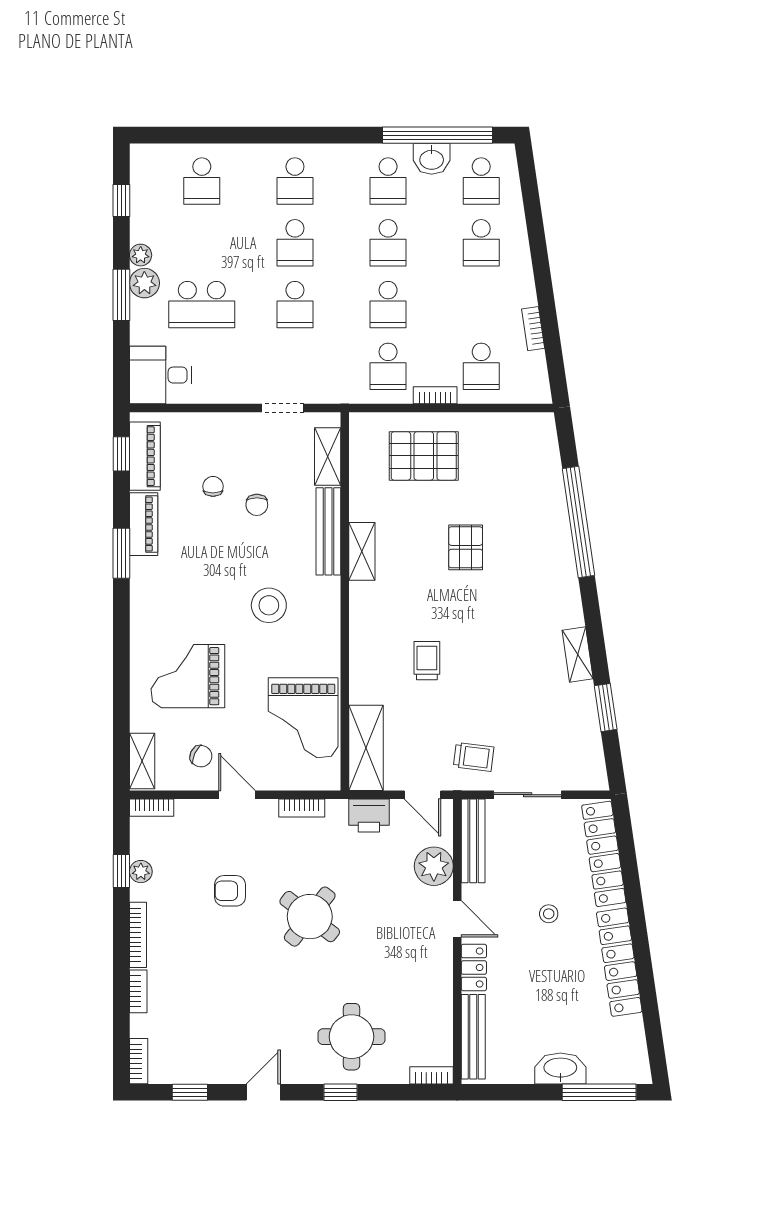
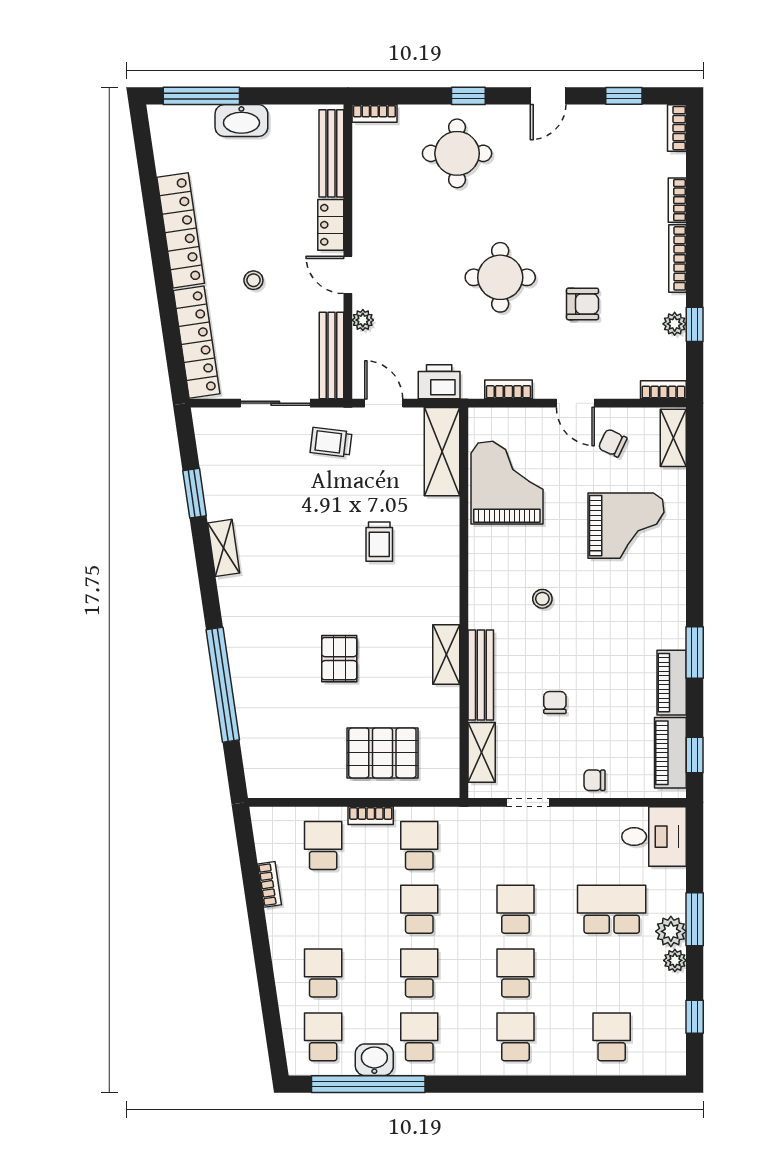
chair: (213, 486) -> (595, 780), moved, turned 90
stool: (269, 605) -> (542, 599), width x0.53, depth x0.53
plant: (434, 866) -> (363, 320), width x0.53, depth x0.53
round table: (310, 917) -> (500, 277), turned -38

